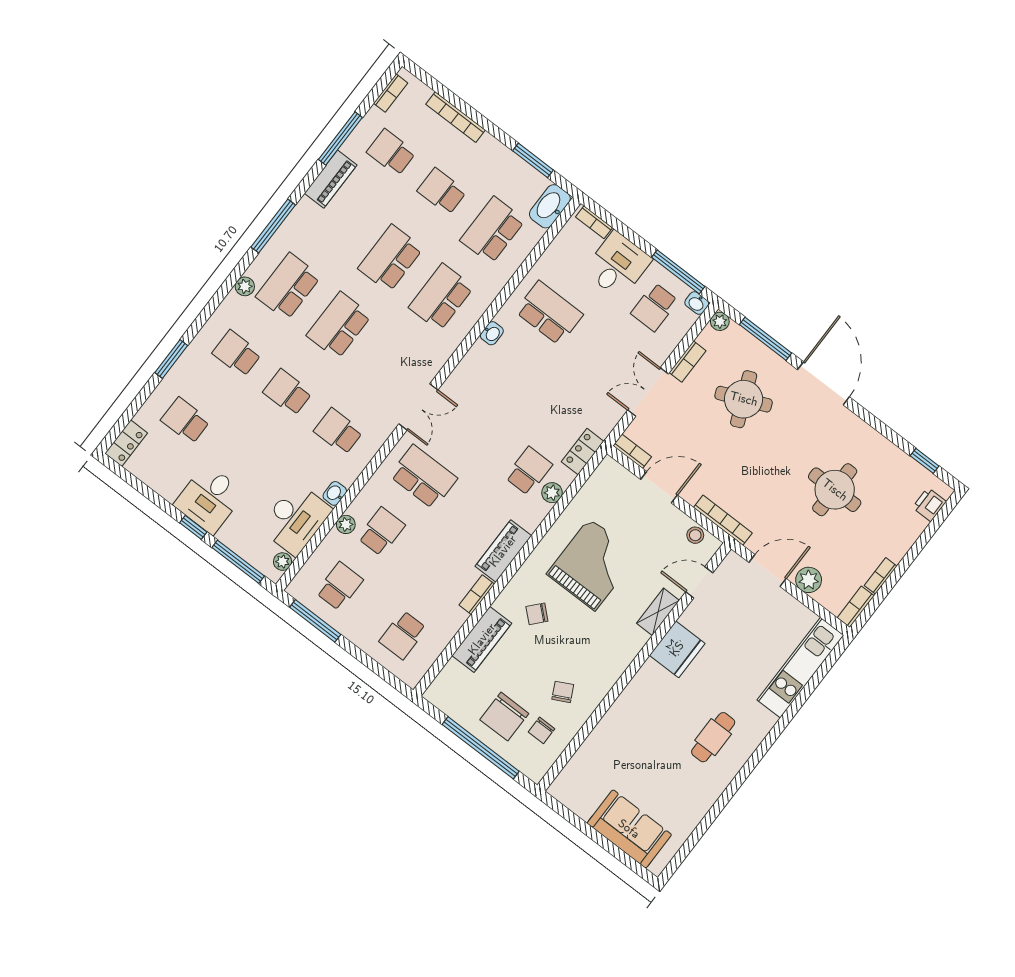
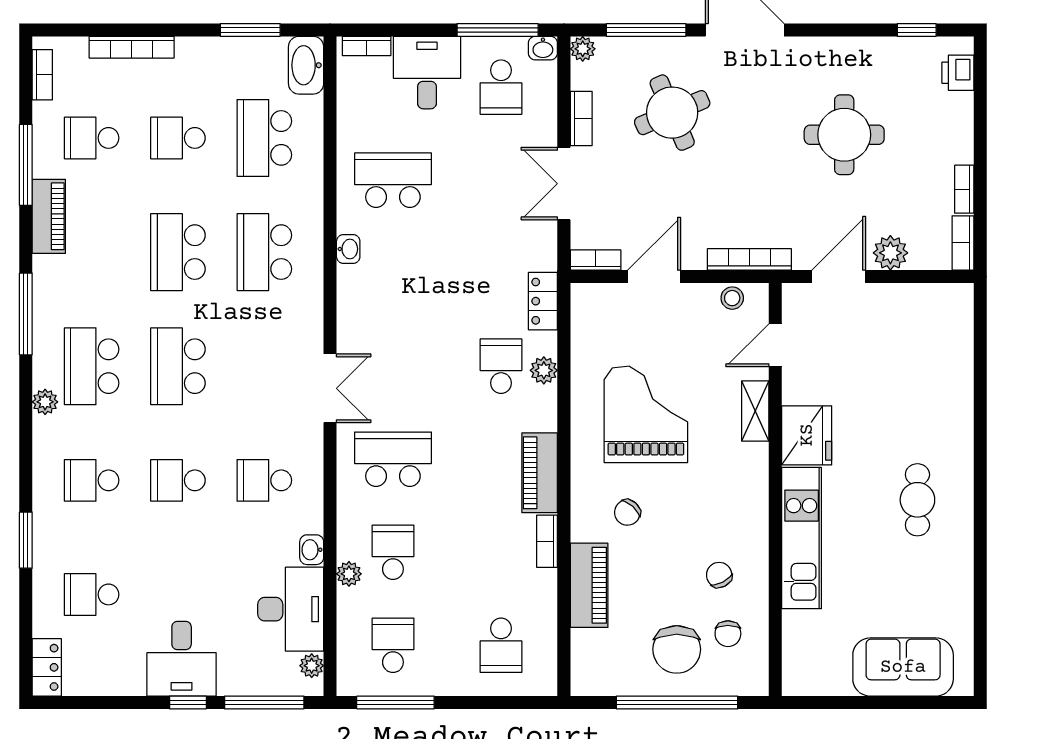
kitchen unit: (800, 668) -> (802, 538), moved, turned 180

